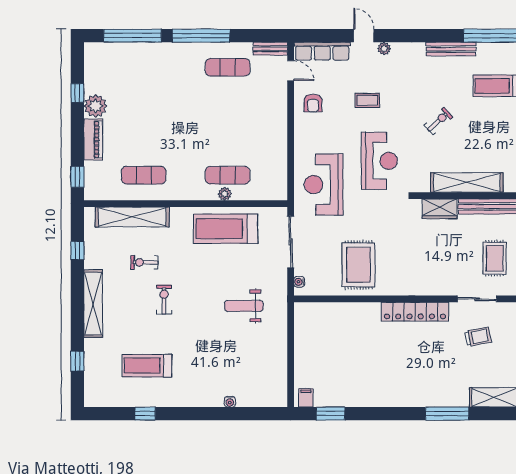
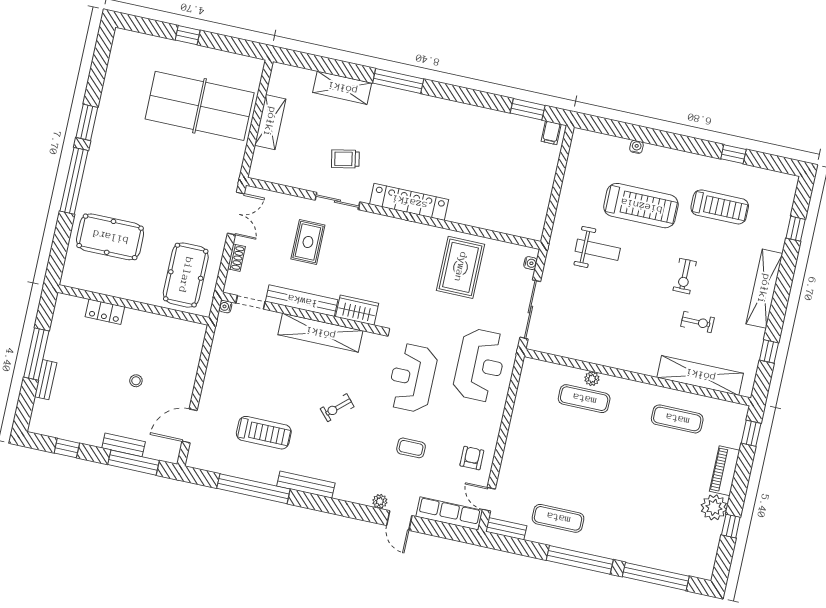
treadmill: (226, 229) -> (641, 206), moved

